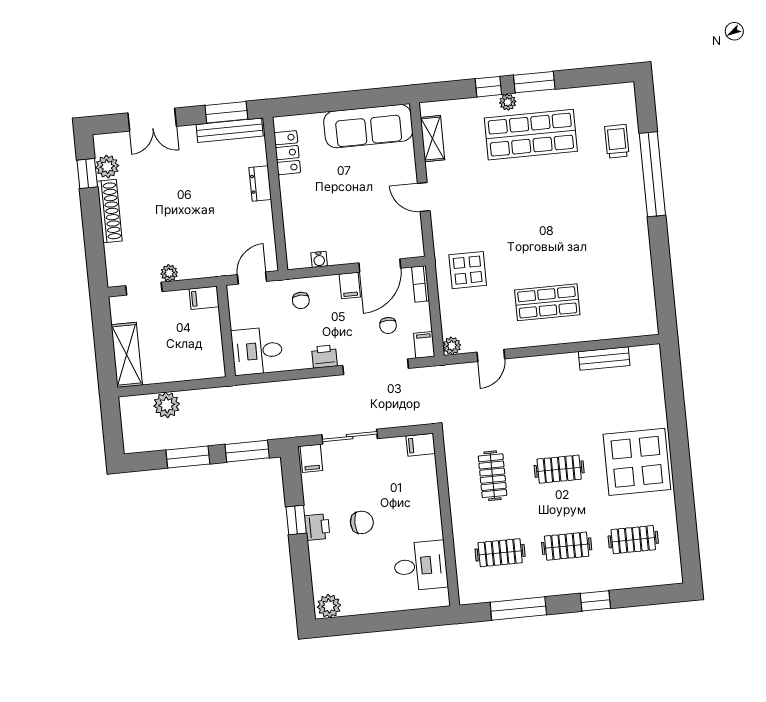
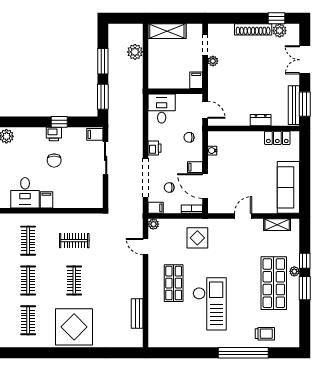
checkout: (576, 239) -> (210, 304), added
filing cabinet: (421, 445) -> (46, 200), moved

